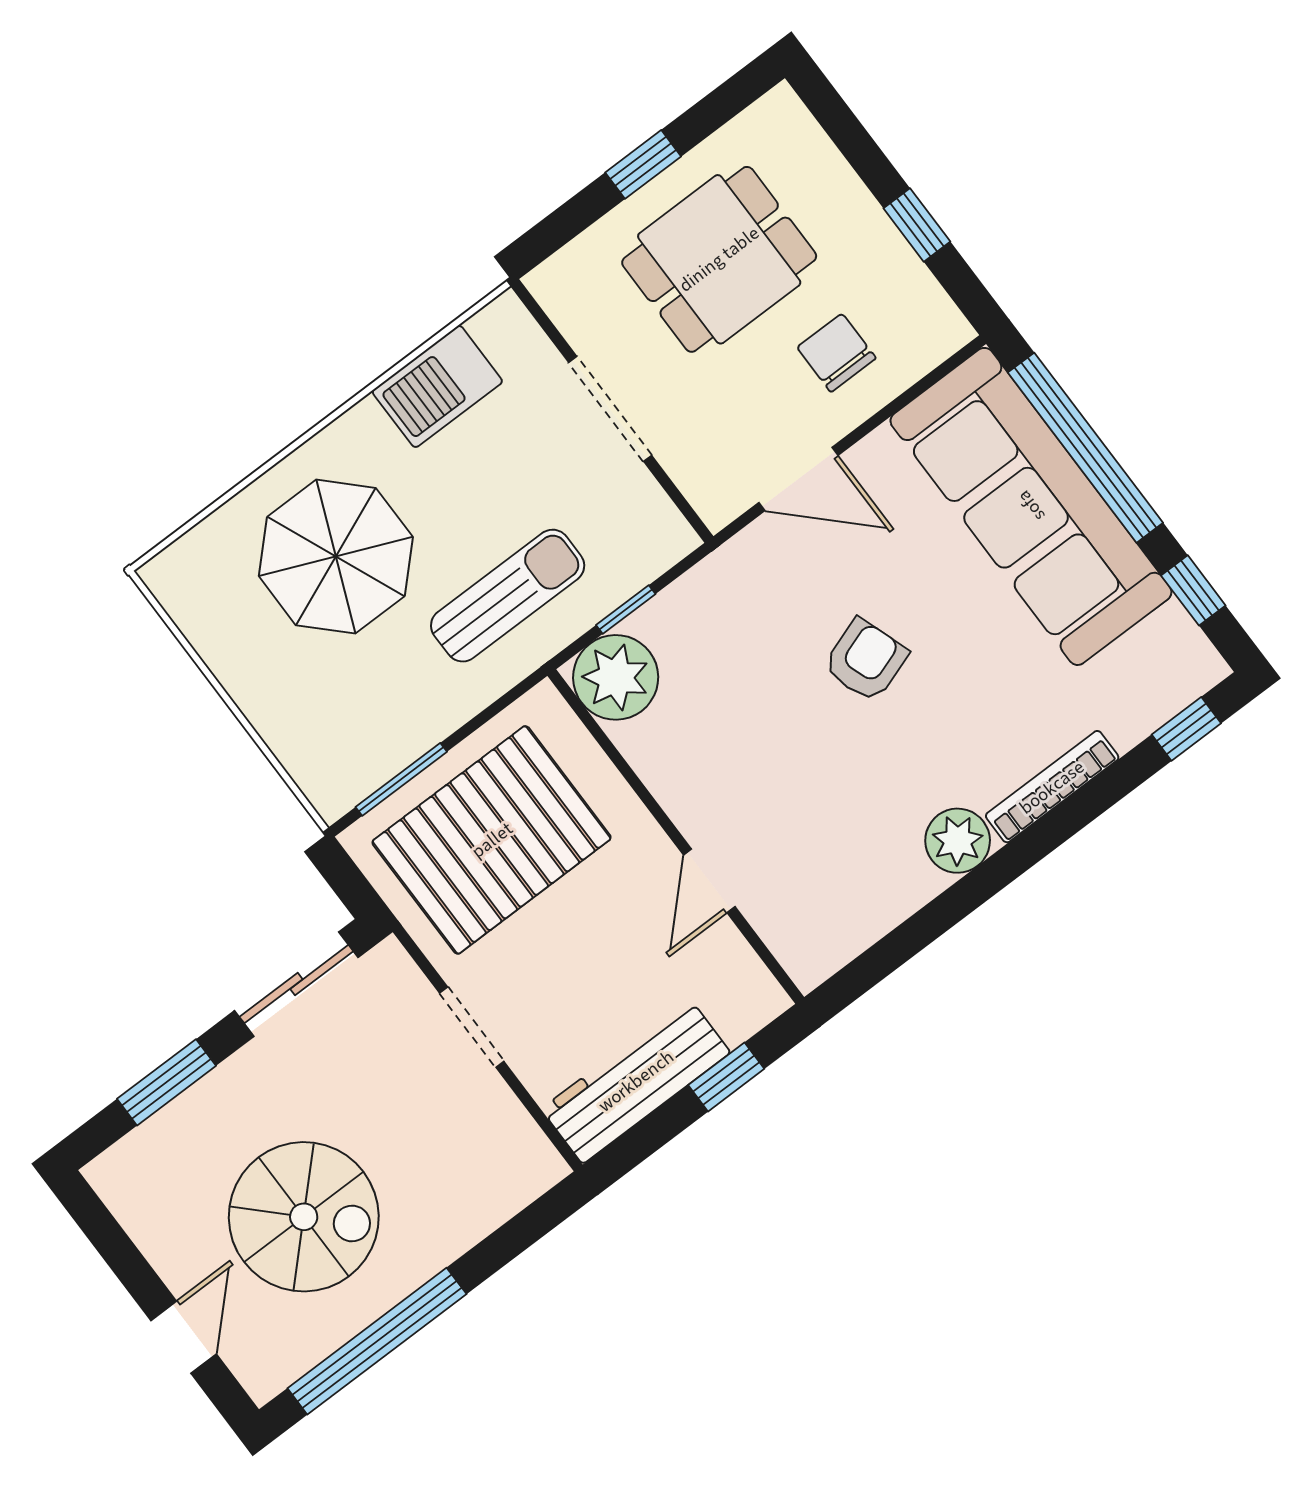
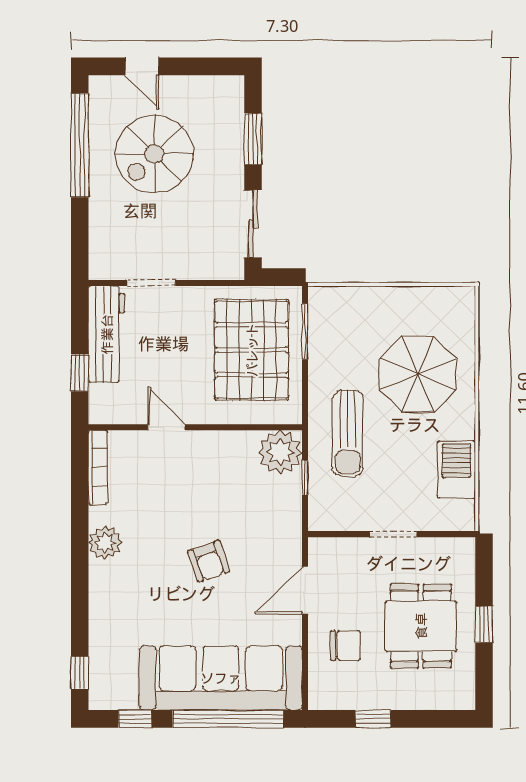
doorway: (610, 409) -> (393, 534), width x0.73
bookcase: (1052, 787) -> (98, 467), moved
doorway: (472, 1027) -> (151, 283), moved

